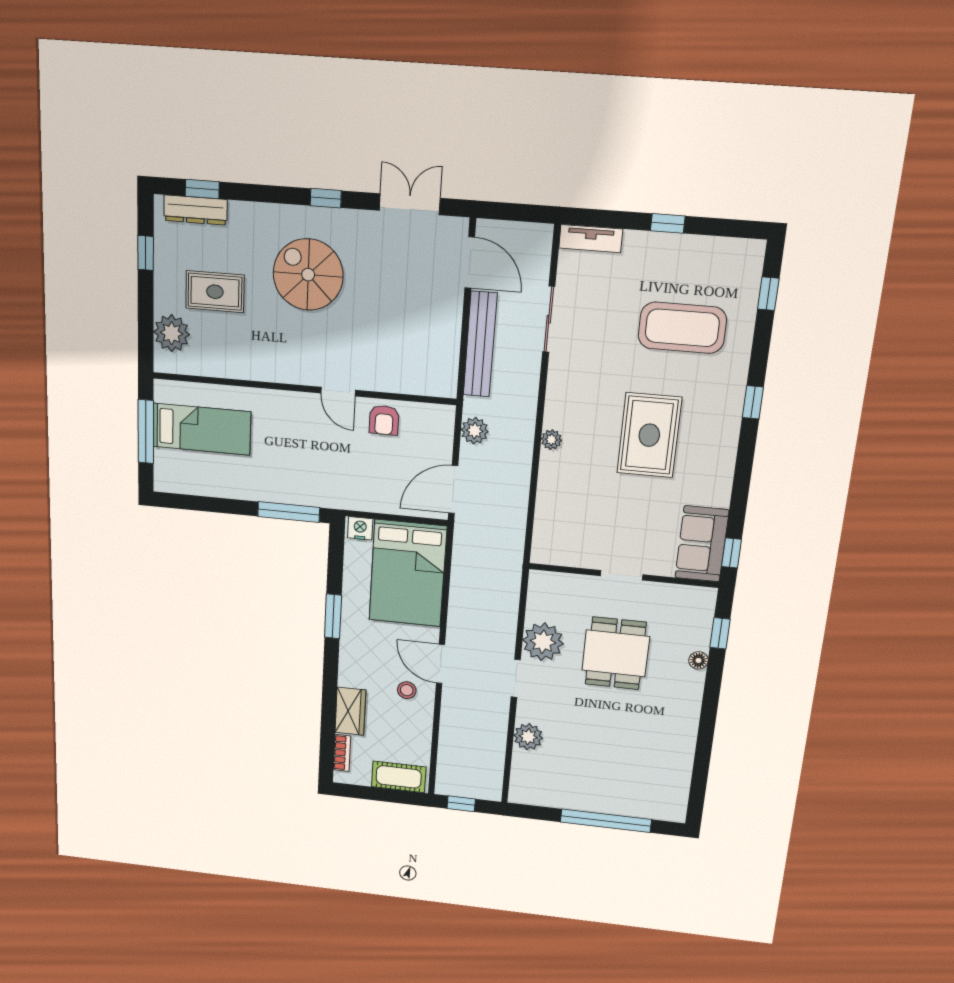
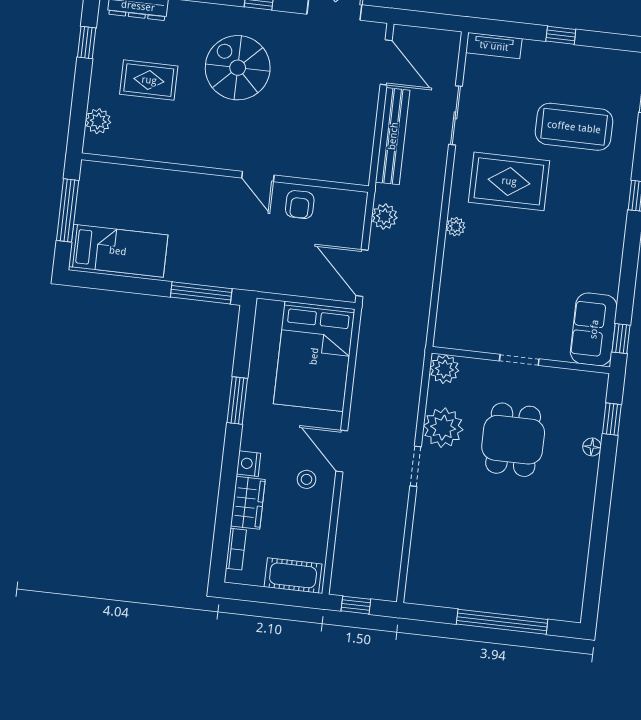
plant: (172, 333) -> (98, 121), width x0.73, depth x0.73
bed: (202, 429) -> (118, 251), moved
rug: (649, 435) -> (509, 181), moved, turned 90
door: (453, 490) -> (362, 273), hinge flipped
nightstand: (360, 528) -> (249, 464), moved, turned -90
plant: (528, 737) -> (444, 369), moved

